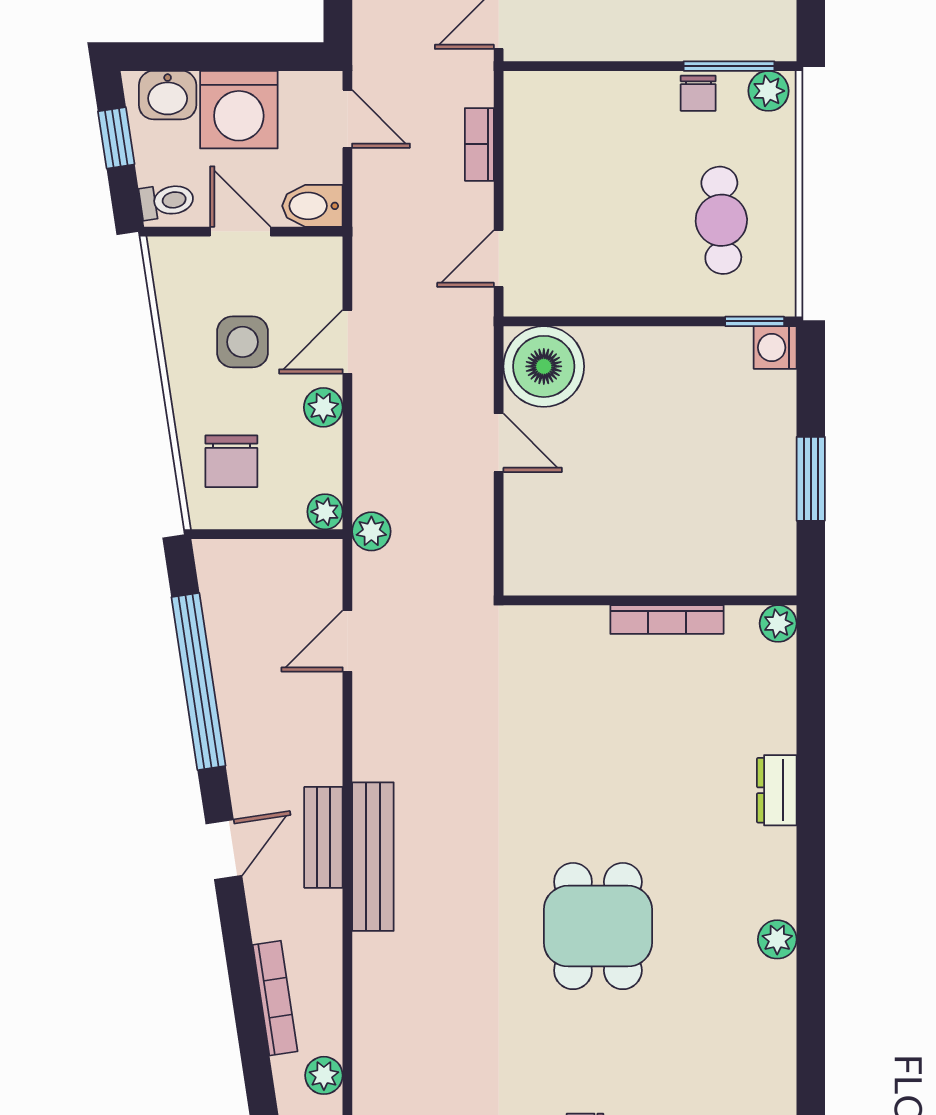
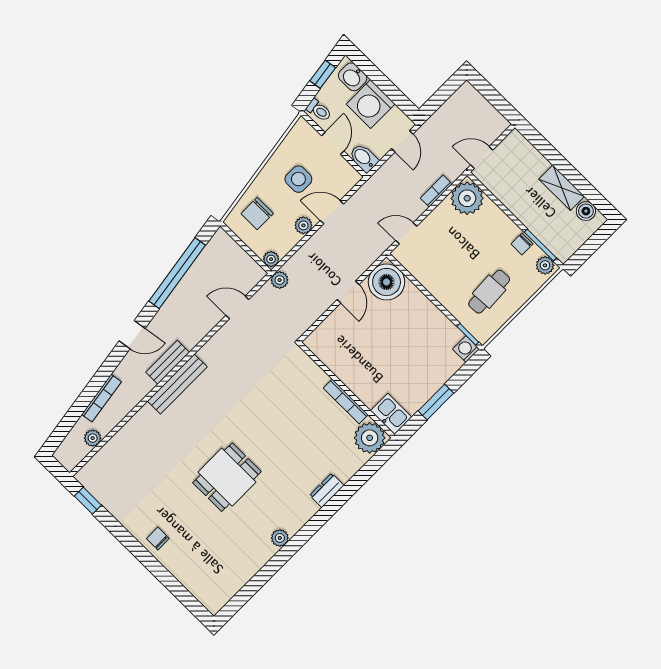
plant: (540, 107) -> (467, 198), added
kitchen sink: (759, 568) -> (391, 414), added
plant: (778, 623) -> (370, 438), width x1.87, depth x1.87

